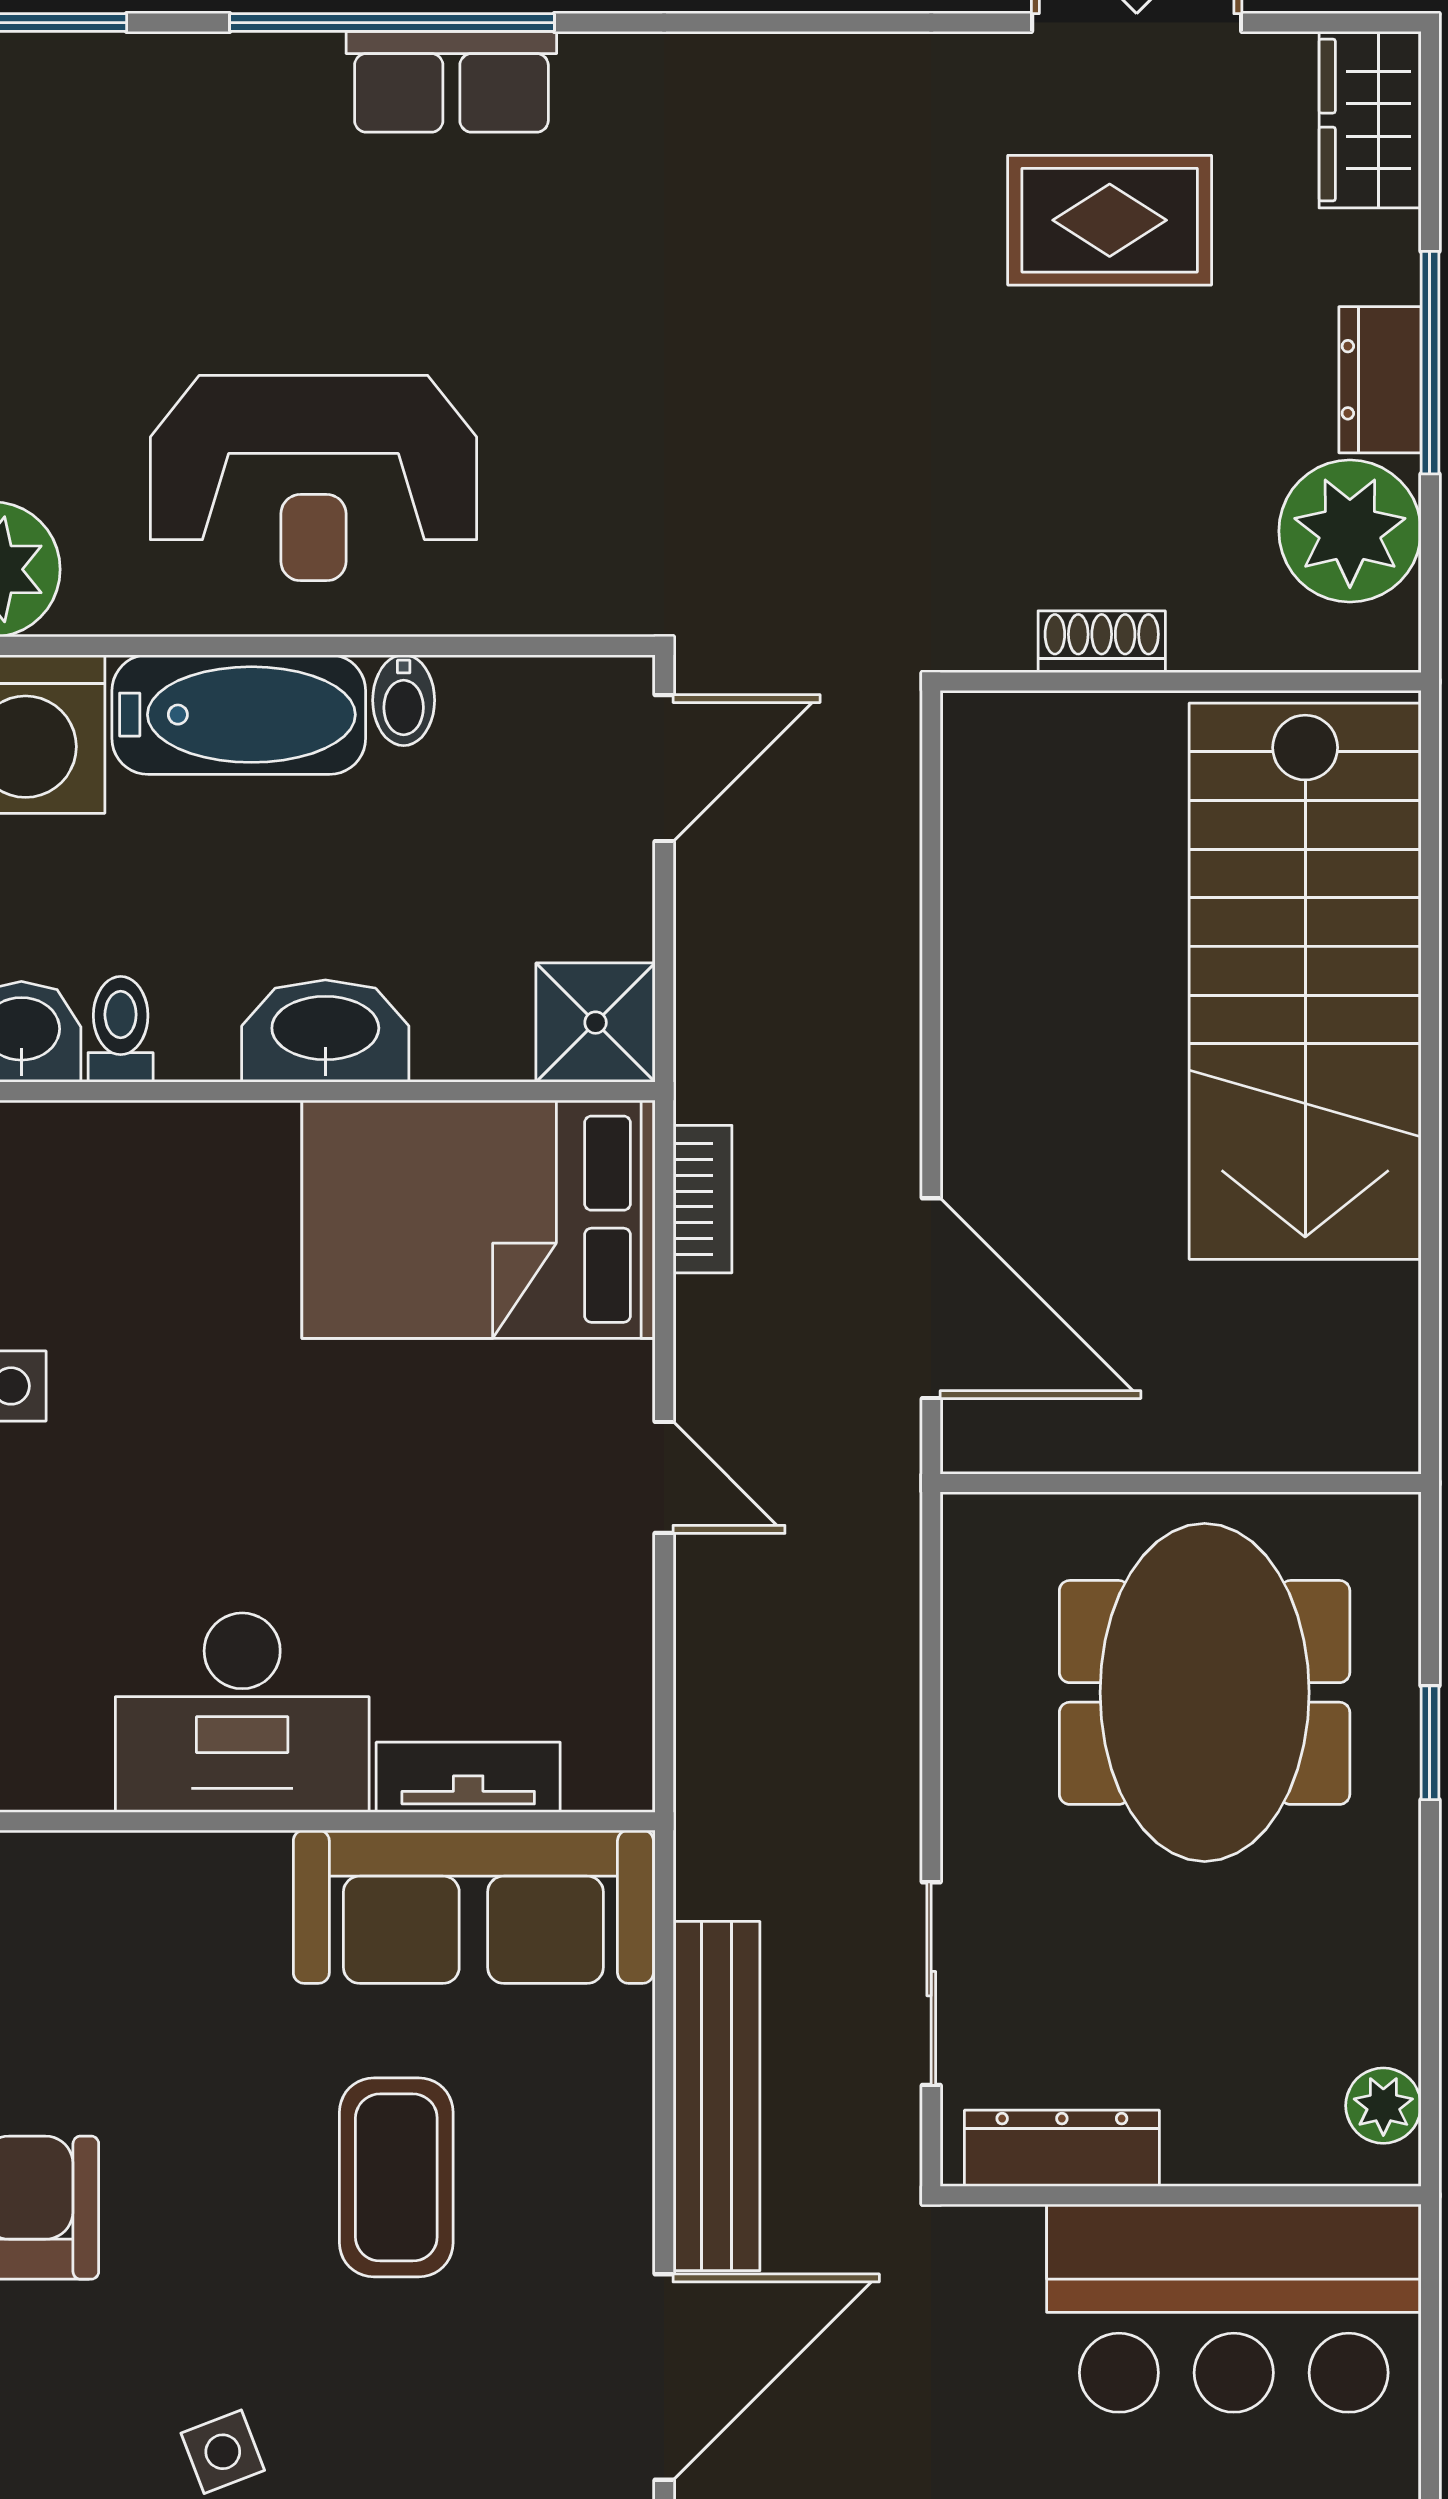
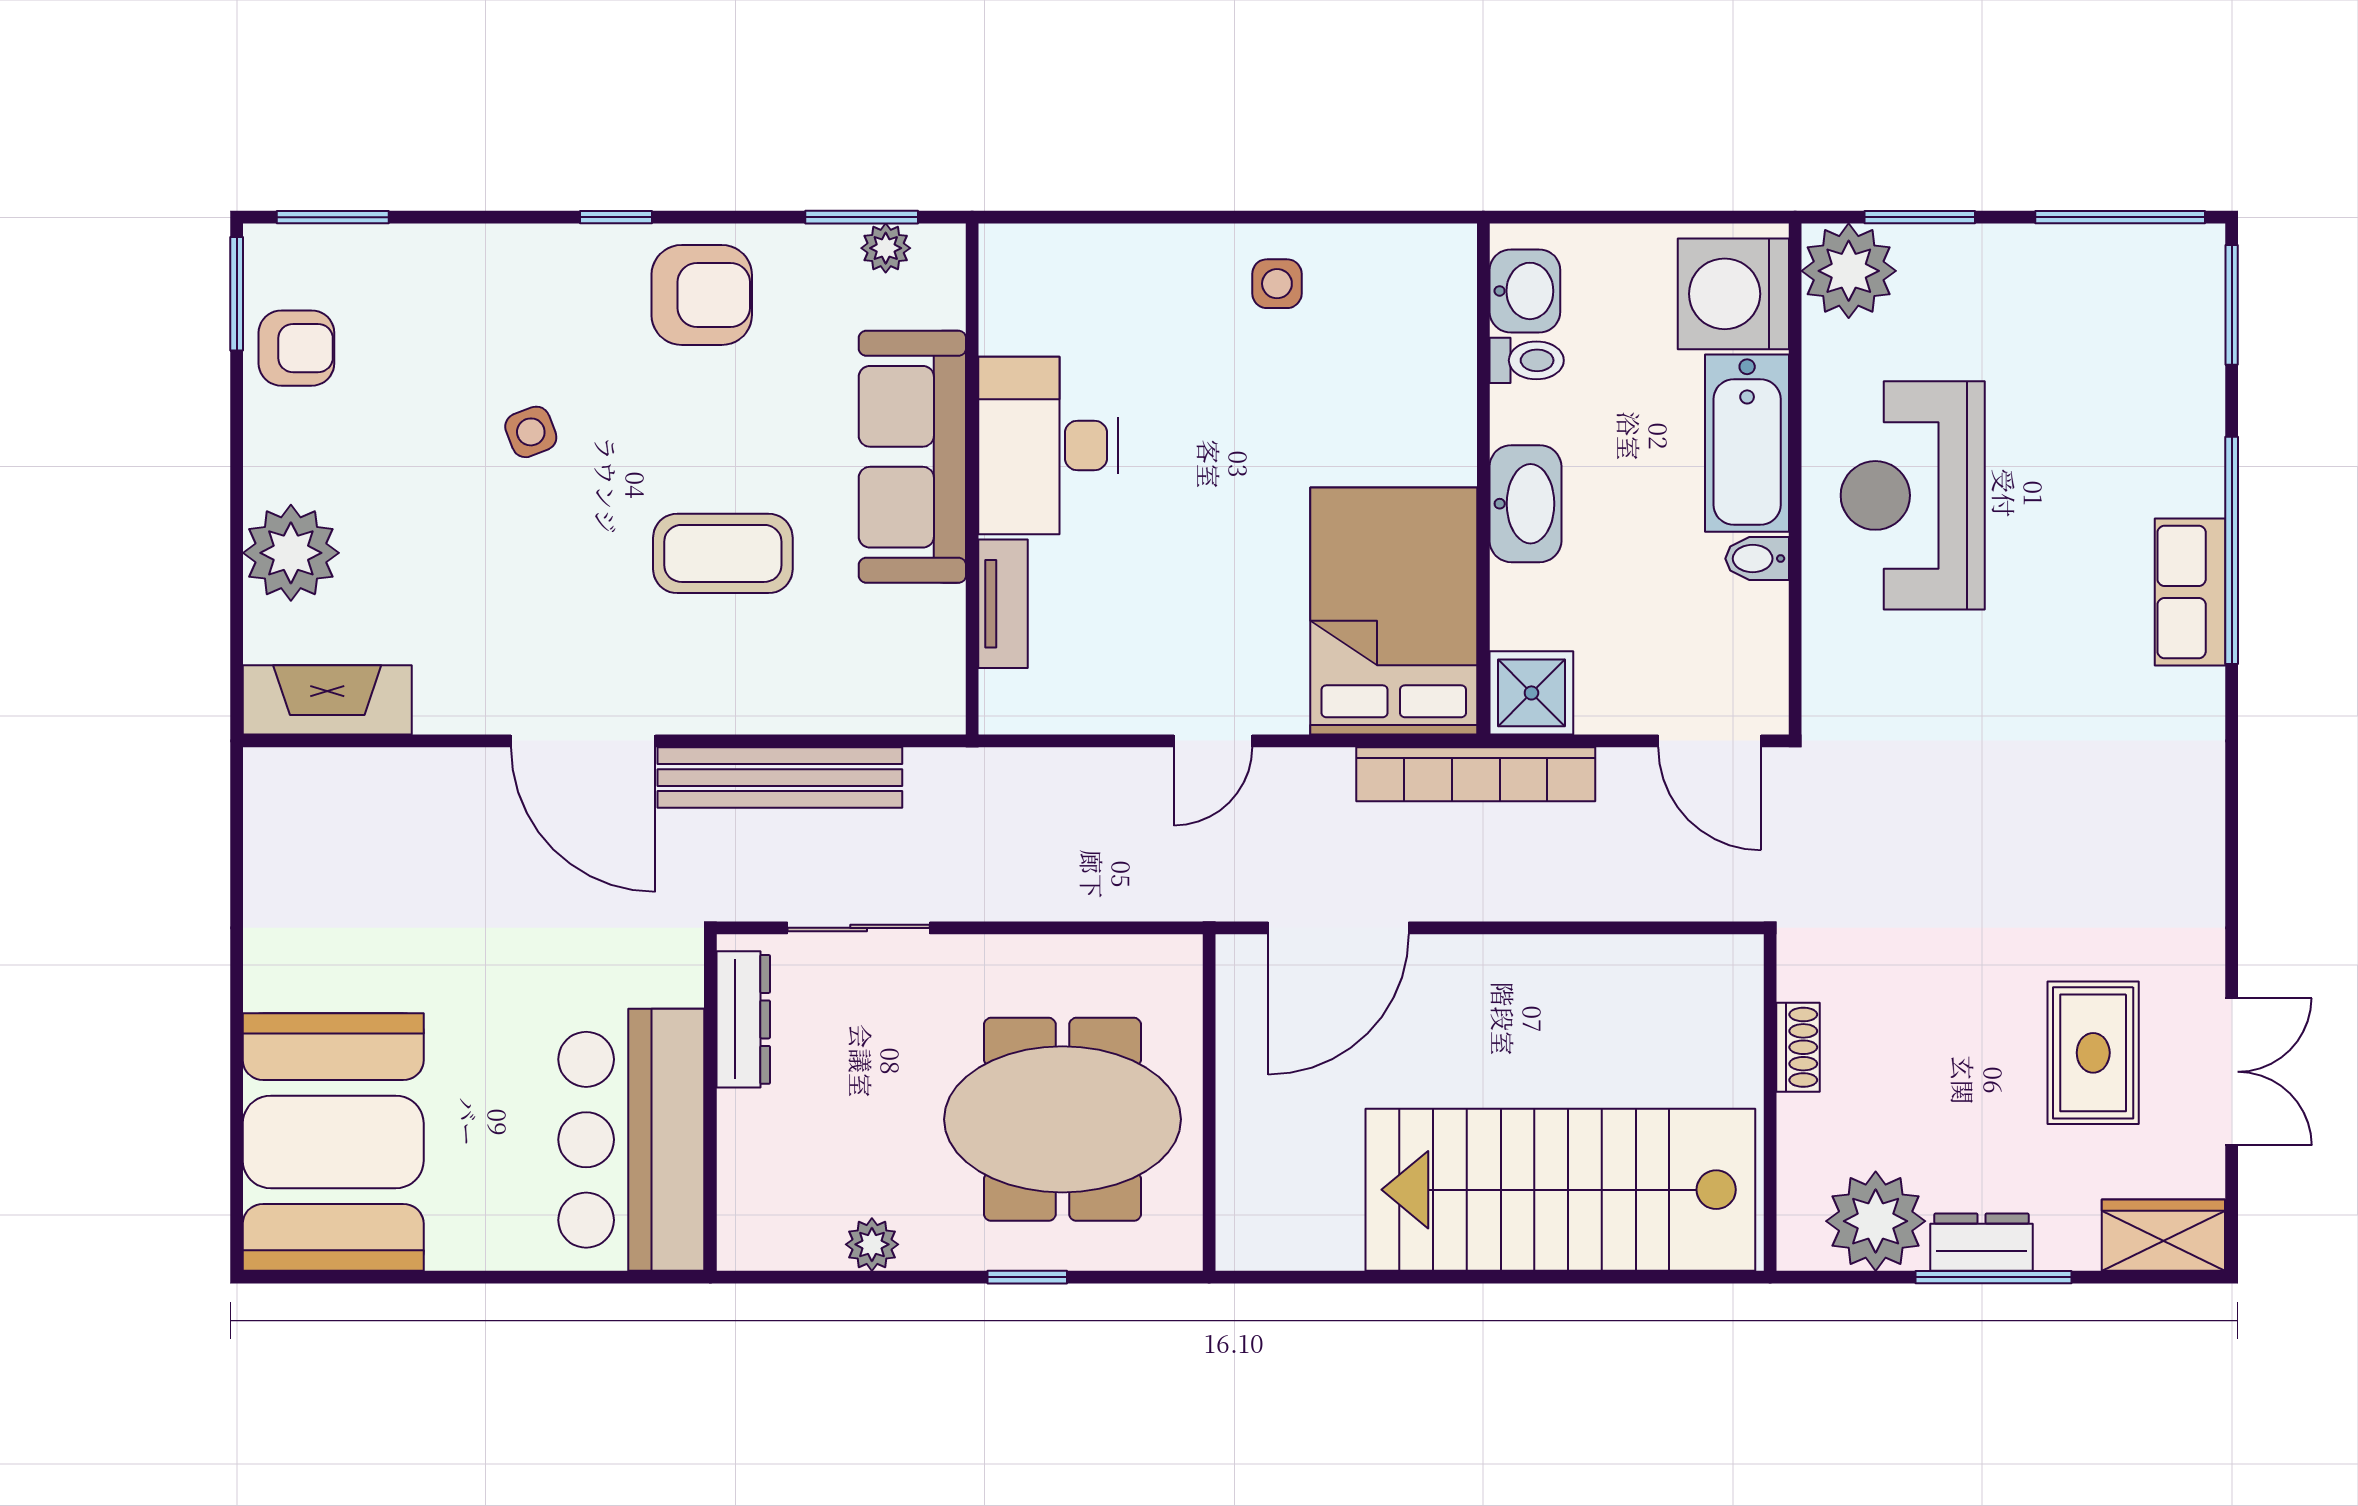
bookcase: (702, 1199) -> (1476, 774), width x2.31, depth x1.31
sofa: (473, 1907) -> (912, 457), moved
plant: (1383, 2106) -> (872, 1244), moved

